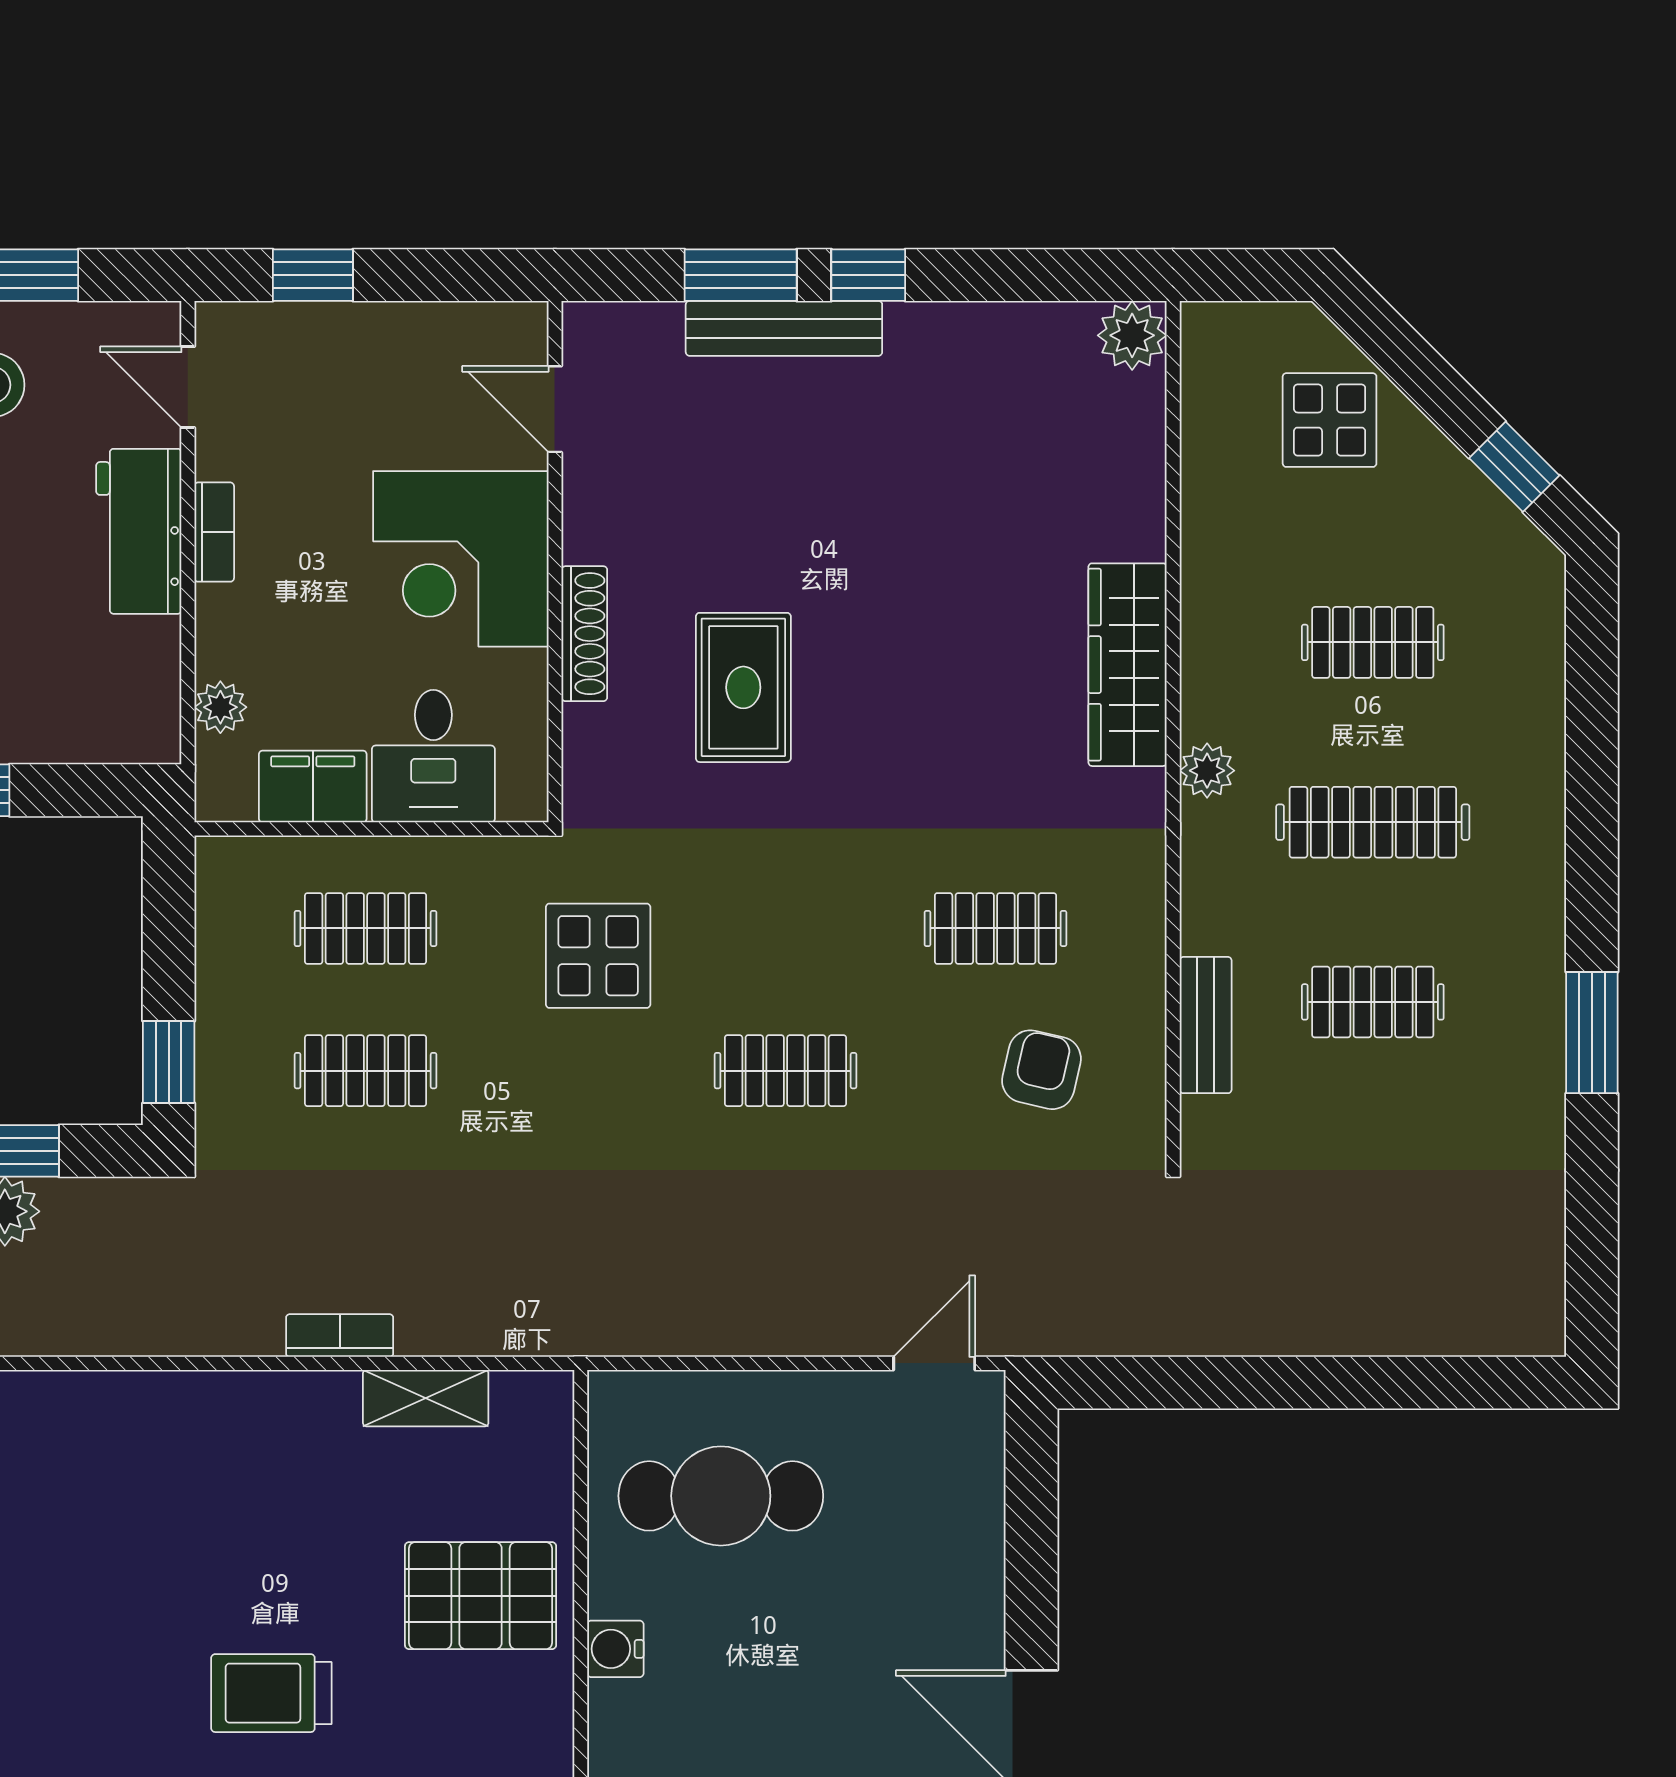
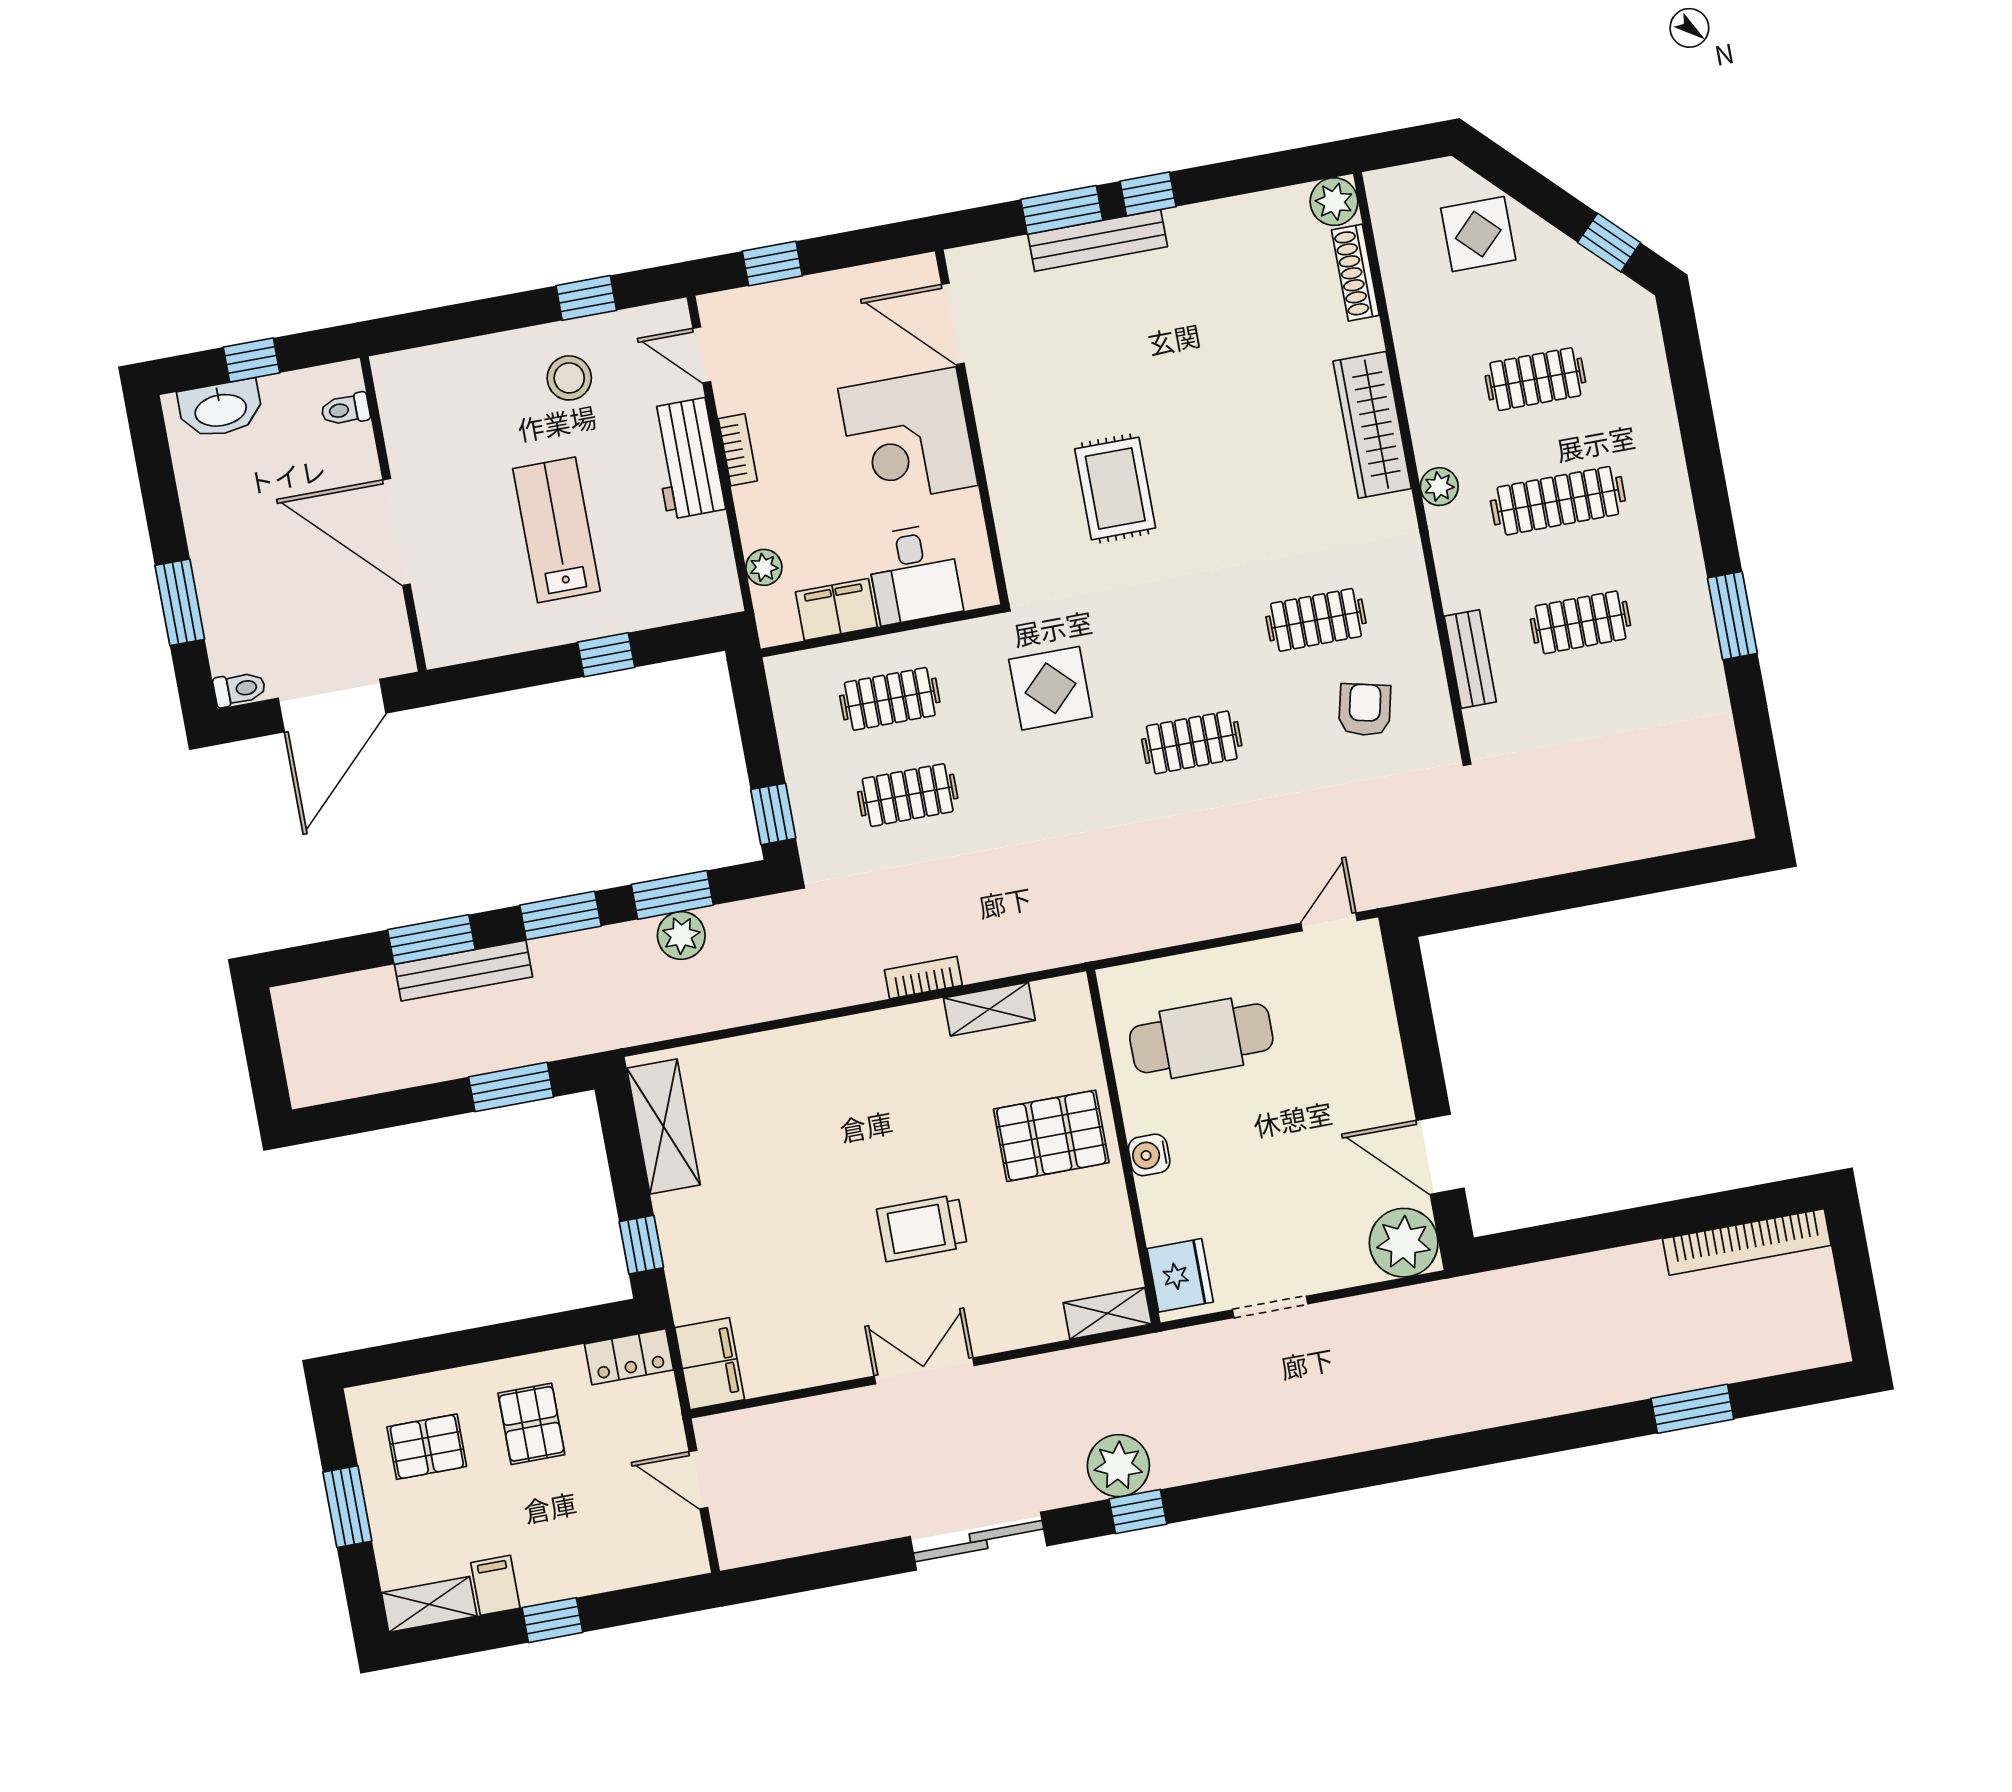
door: (555, 409) -> (953, 324), width x1.38
shoe rack: (584, 634) -> (1355, 273), moved, turned 180

